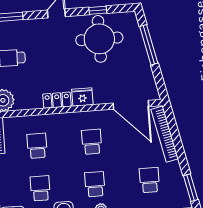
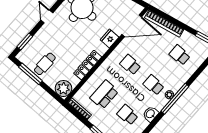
fridge: (82, 97) -> (110, 38), moved
locker: (57, 100) -> (88, 65), width x1.53
school desk: (37, 146) -> (104, 95), width x1.85

